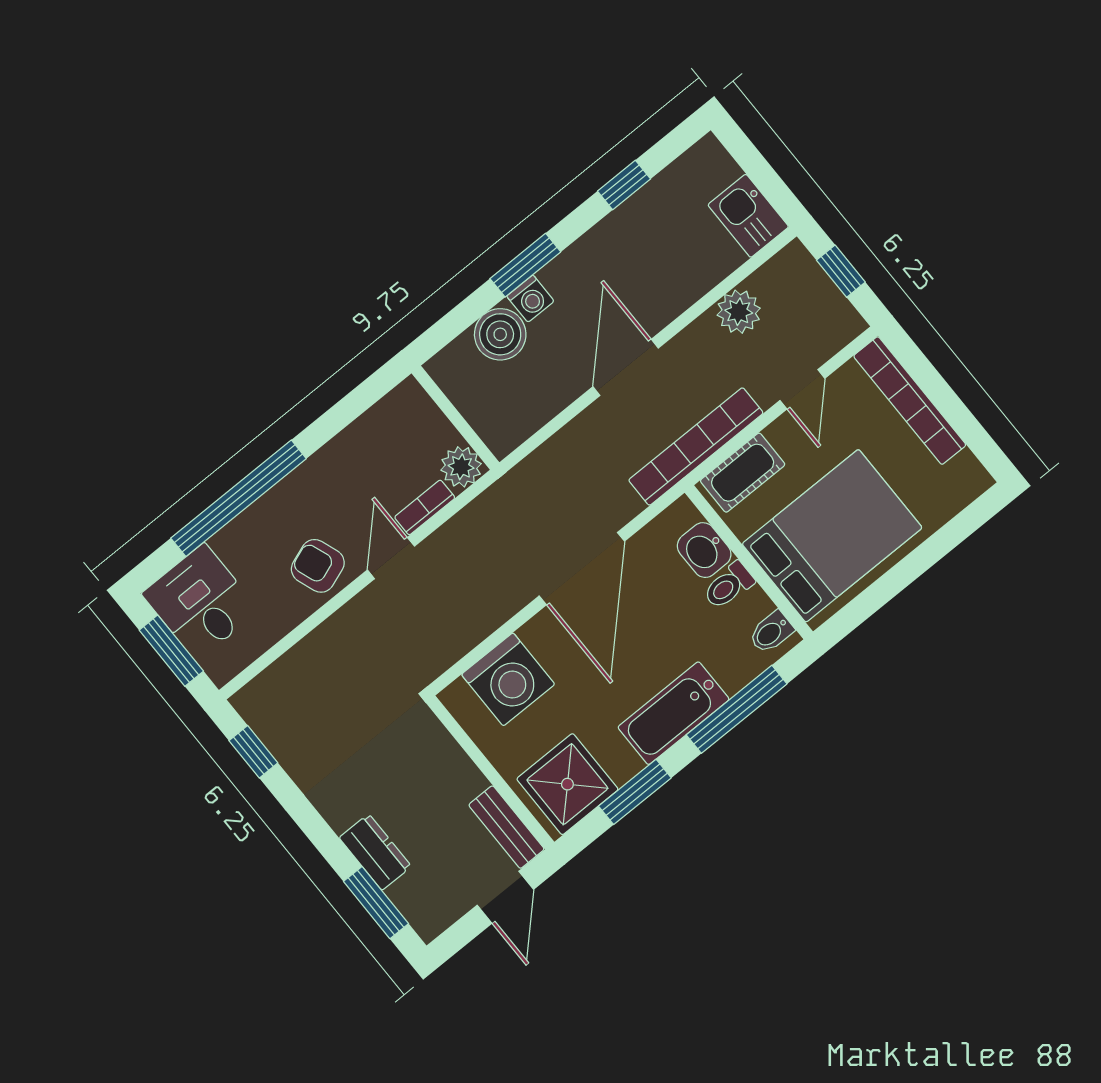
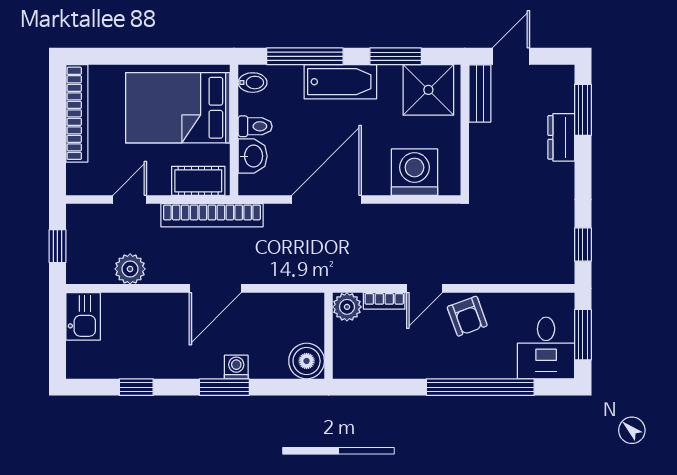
boiler: (500, 334) -> (307, 361), moved
bookcase: (910, 401) -> (77, 113), moved

